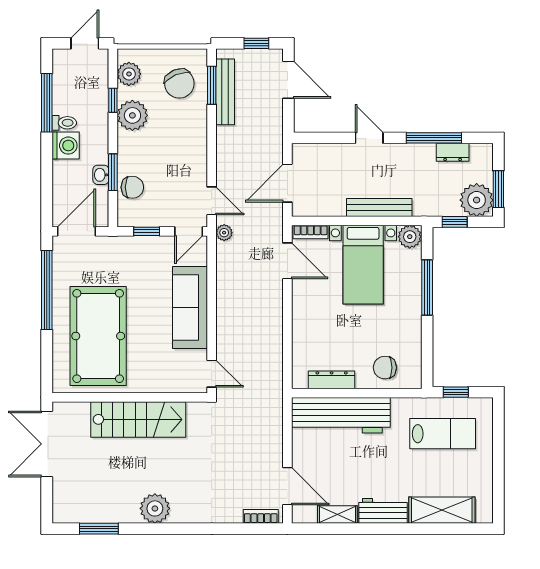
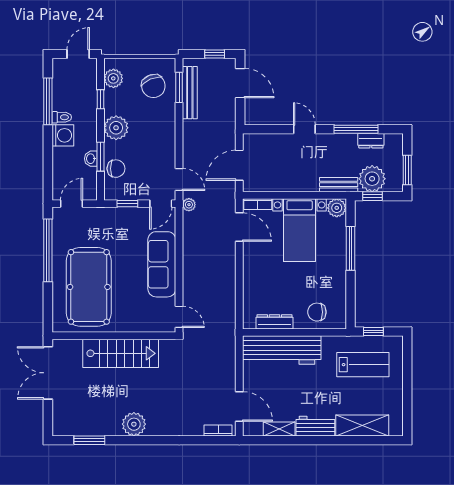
plant: (132, 115) -> (116, 128), moved
plant: (477, 200) -> (372, 179), moved
bench: (379, 208) -> (339, 185), moved, width x0.73
door: (77, 231) -> (72, 204), width x0.73

